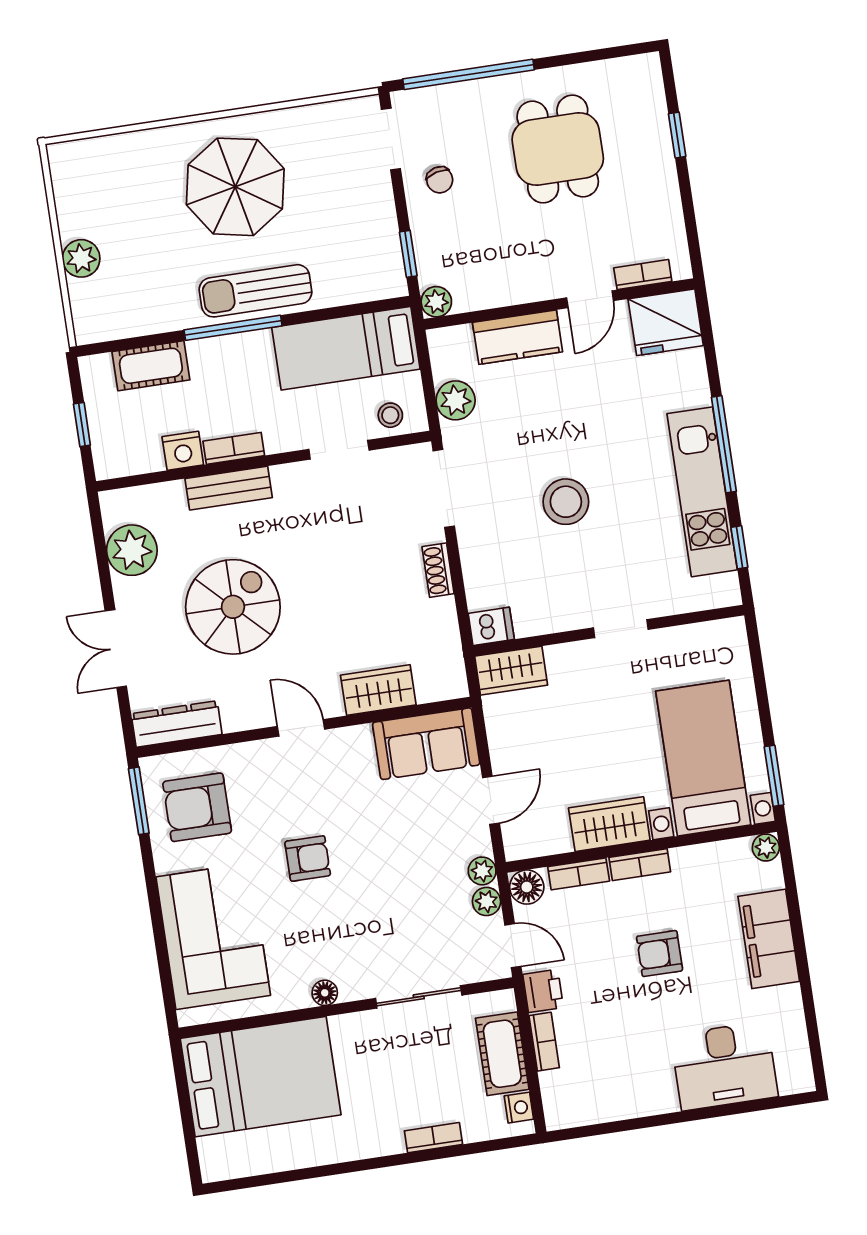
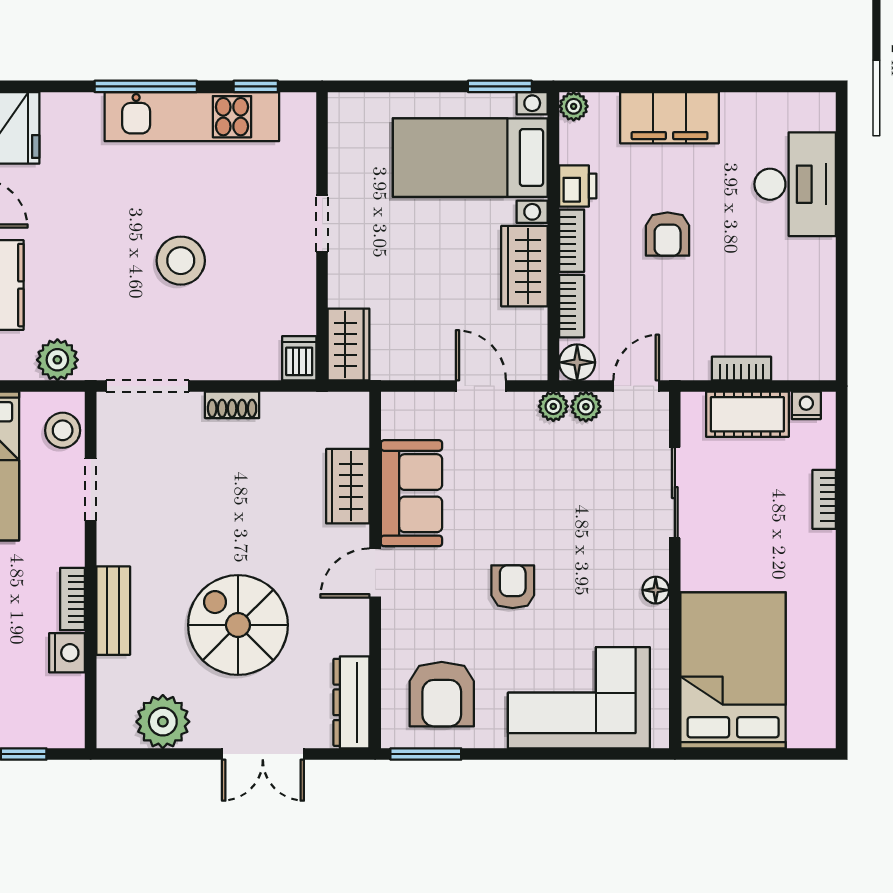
stool: (390, 415) -> (63, 430), width x1.37, depth x1.37
sofa: (426, 744) -> (411, 493), moved
printer: (543, 991) -> (578, 186), moved, turned 90

